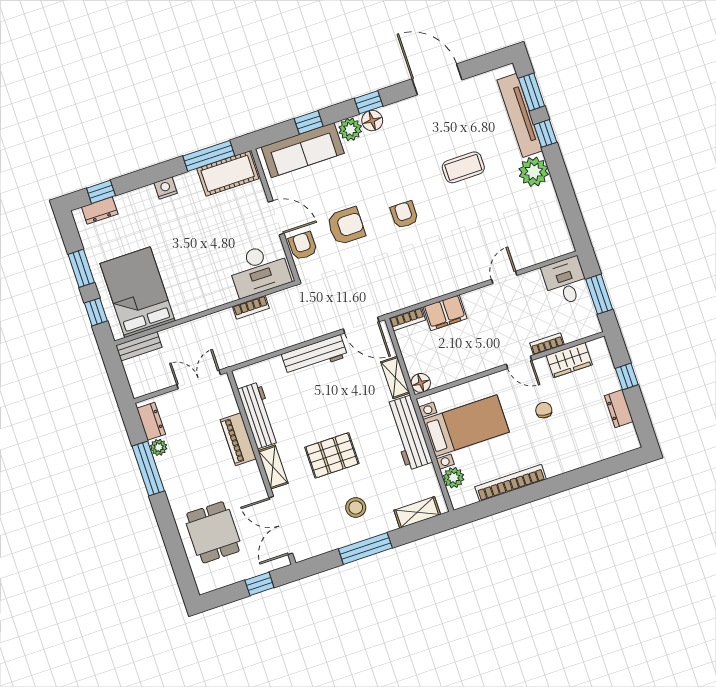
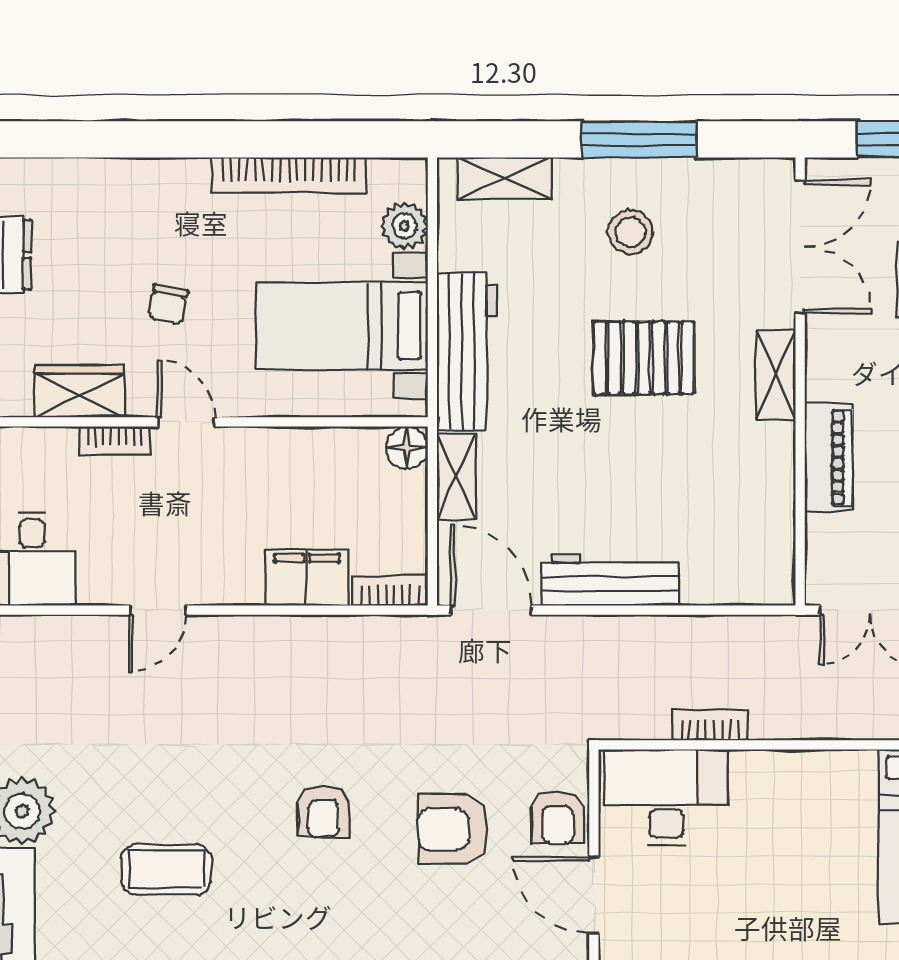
workbench: (259, 415) -> (769, 493), removed

